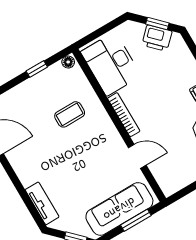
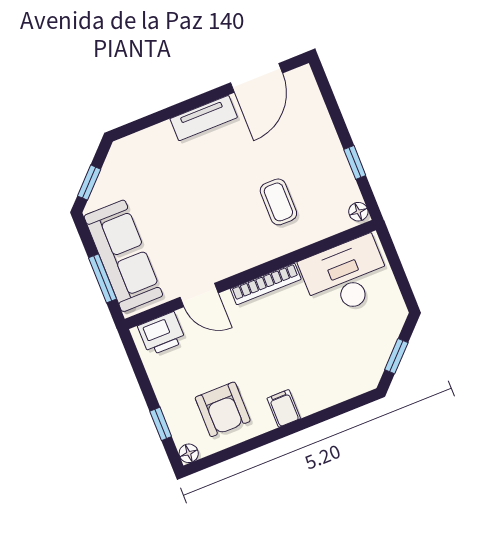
printer: (157, 38) -> (162, 334), moved, turned -135
door: (137, 156) -> (199, 295), hinge flipped
tv unit: (42, 203) -> (204, 118), moved

